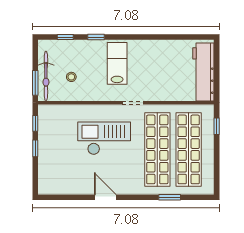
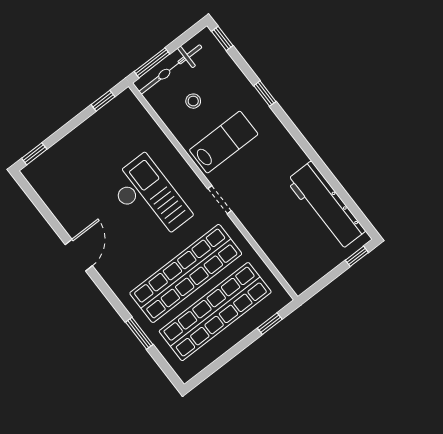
window: (65, 37) -> (222, 39), moved
window: (217, 54) -> (357, 256), added
lab bench: (117, 63) -> (224, 142), moved
workbench: (203, 72) -> (326, 206), moved, turned -90
window: (35, 148) -> (34, 154), moved

